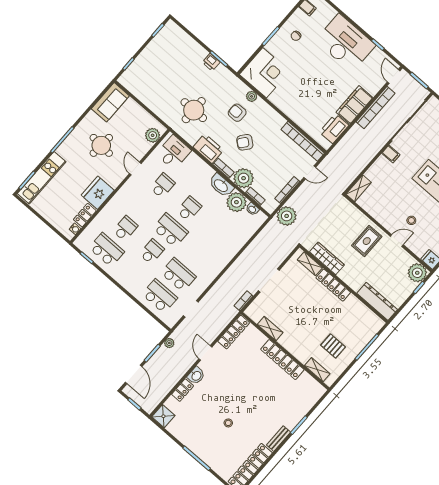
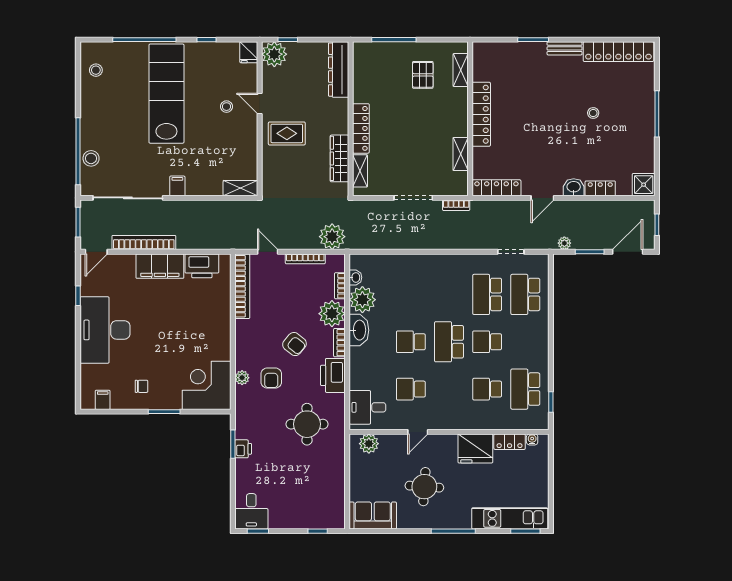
desk: (172, 36) -> (251, 511), added

